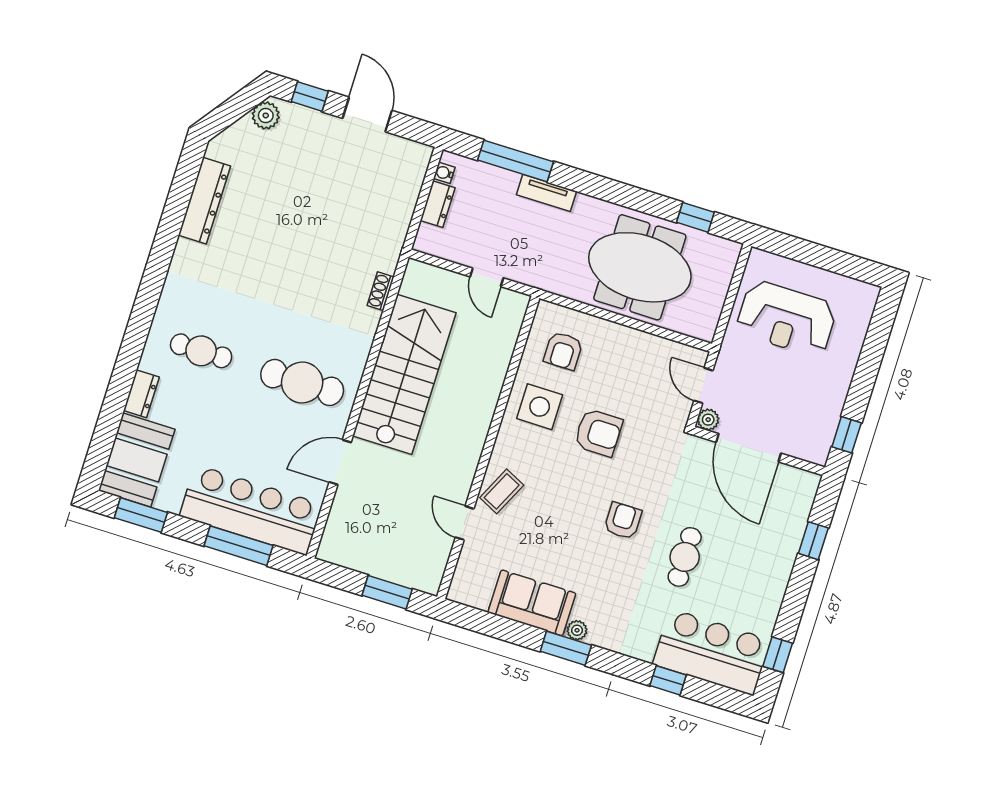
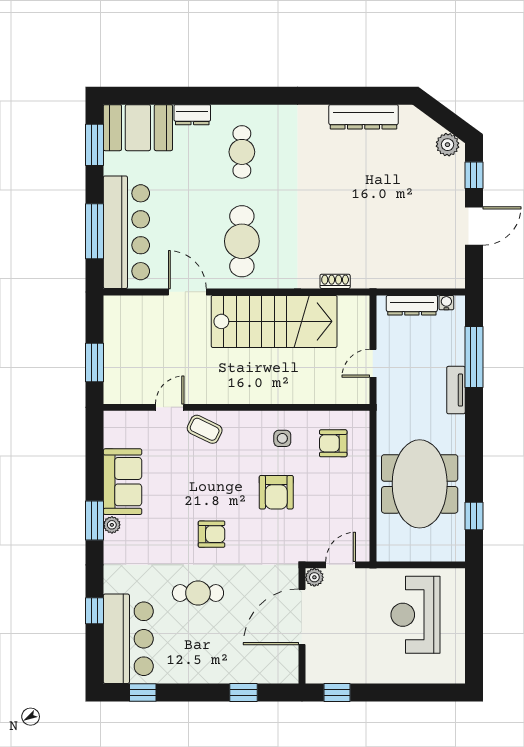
dresser: (438, 204) -> (412, 305), width x1.44
side table: (540, 407) -> (282, 438), width x0.54, depth x0.54

